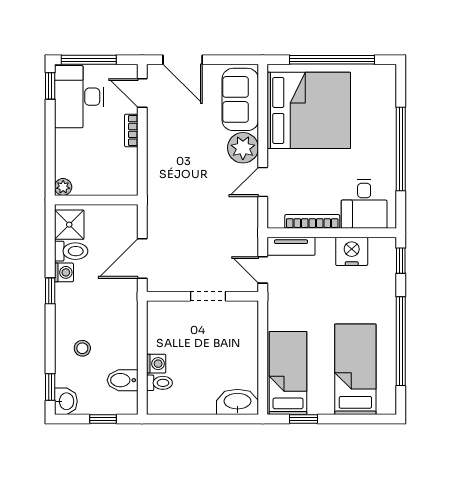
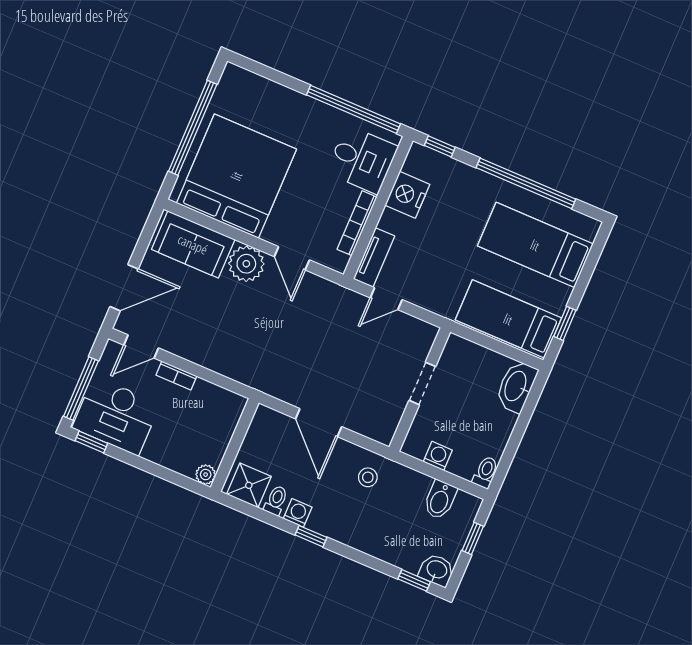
window: (401, 149) -> (354, 109), moved
toilet: (71, 251) -> (276, 500), width x0.73, depth x0.72
wall: (202, 296) -> (420, 390), moved
doorway: (208, 296) -> (422, 383), moved
stool: (82, 348) -> (368, 477), moved
toilet: (159, 383) -> (486, 472), moved

